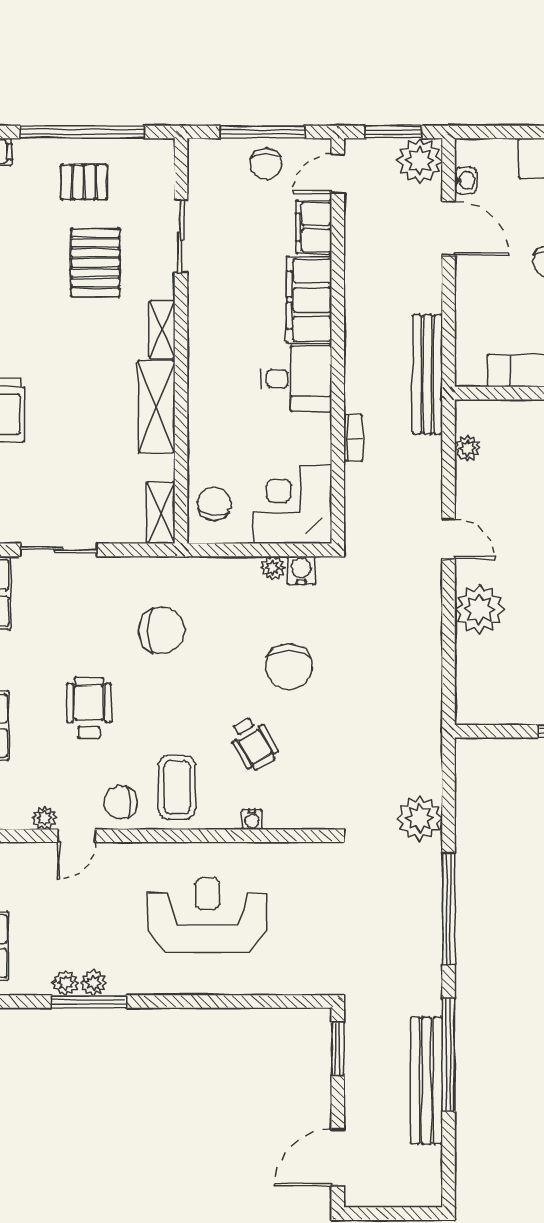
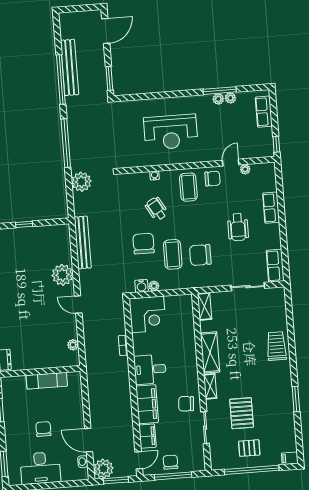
bench: (427, 374) -> (83, 242), moved
chair: (214, 504) -> (186, 404), moved, turned 88
coffee table: (224, 637) -> (173, 254), added
wheelchair: (89, 708) -> (238, 227), moved

